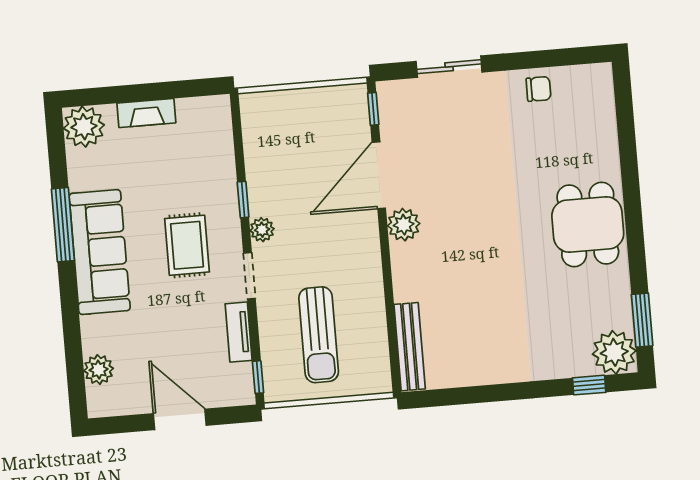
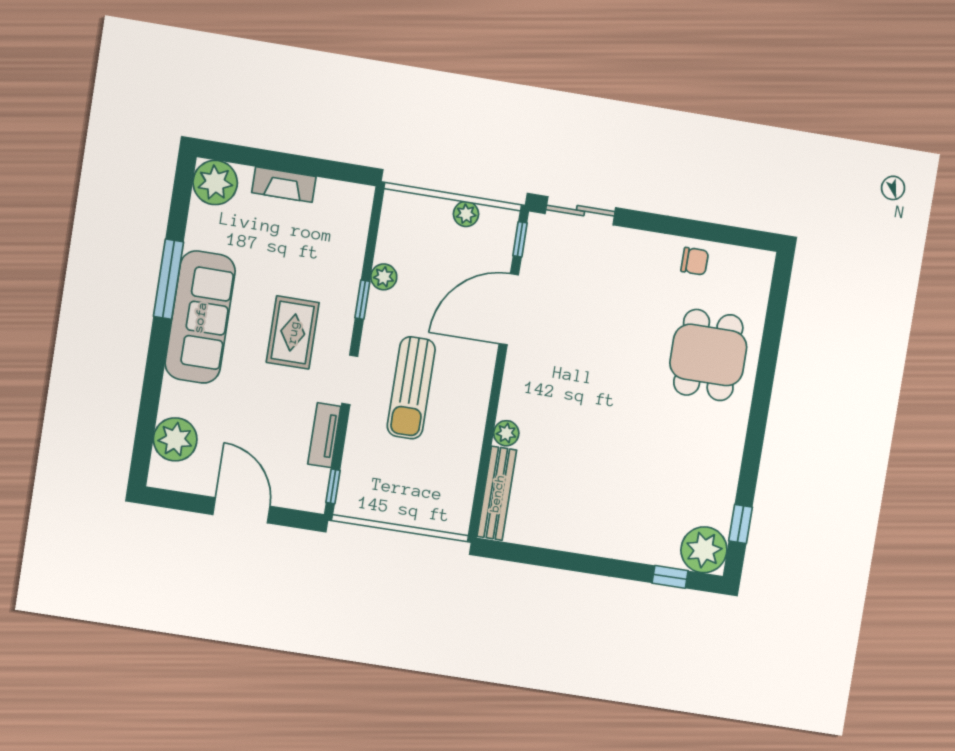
sliding door: (449, 67) -> (581, 211), moved
plant: (318, 98) -> (466, 214), added
dining table: (588, 224) -> (708, 355), moved
plant: (404, 225) -> (506, 433), moved, width x0.73, depth x0.73
plant: (262, 230) -> (384, 277), moved
window: (642, 320) -> (740, 524), width x0.67
sun lounger: (319, 335) -> (411, 388), moved
plant: (99, 370) -> (175, 439), width x1.36, depth x1.36

